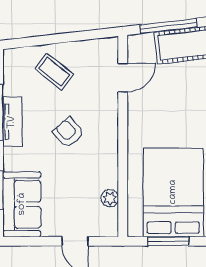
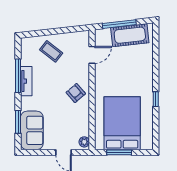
armchair: (68, 133) -> (76, 93), moved
plant: (110, 198) -> (84, 142), moved

